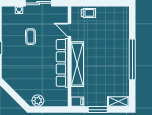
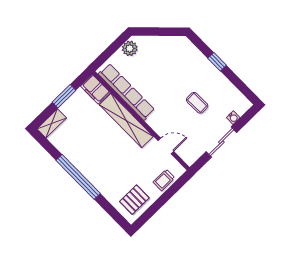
pallet: (114, 18) -> (134, 200), added
row of seats: (62, 63) -> (126, 92), moved
filing cabinet: (77, 102) -> (95, 89), width x2.00

